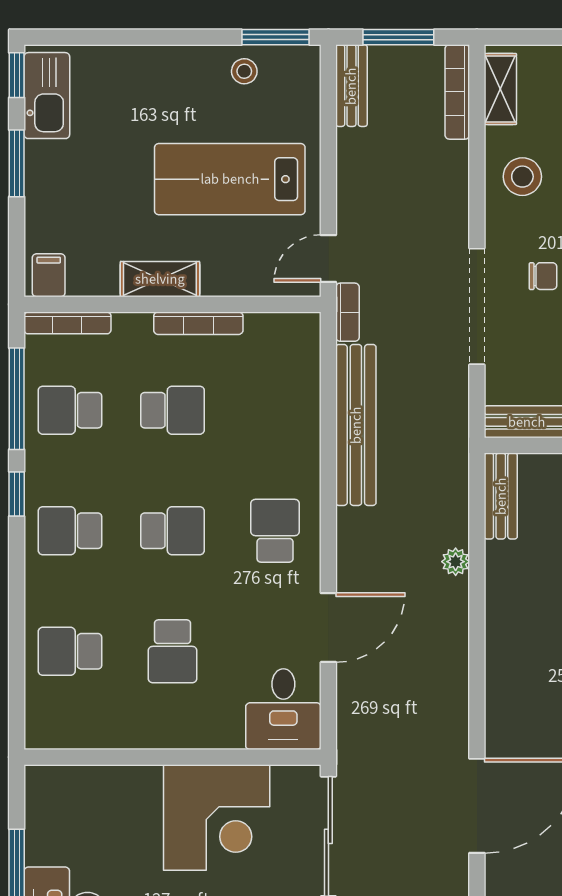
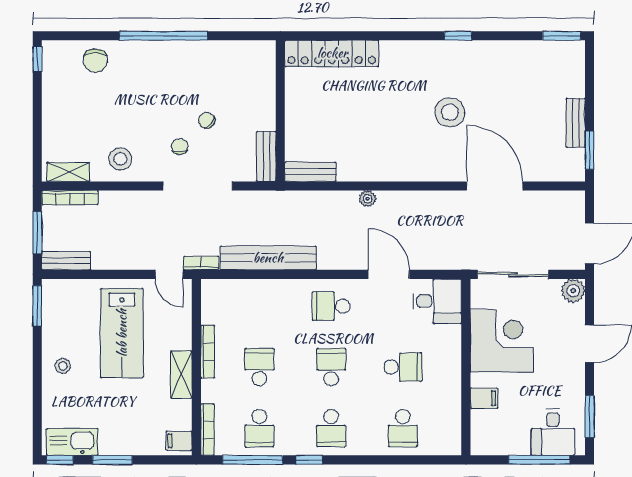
stool: (244, 71) -> (63, 366), moved
plant: (456, 562) -> (368, 199), moved
filing cabinet: (120, 788) -> (484, 398), added

